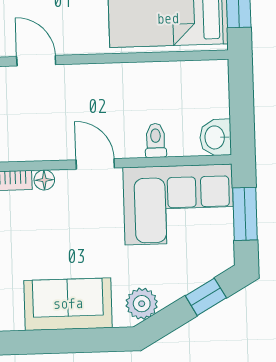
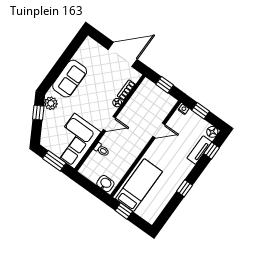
washbasin: (216, 137) -> (105, 184), moved
window: (206, 297) -> (38, 113), moved

